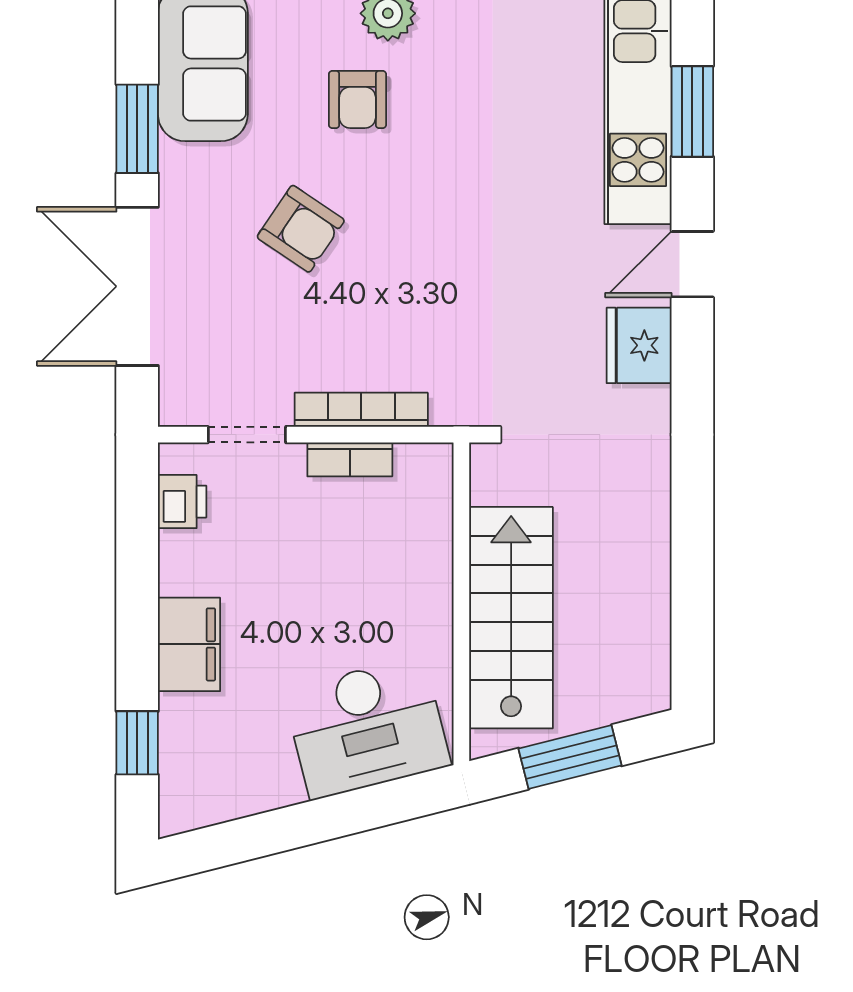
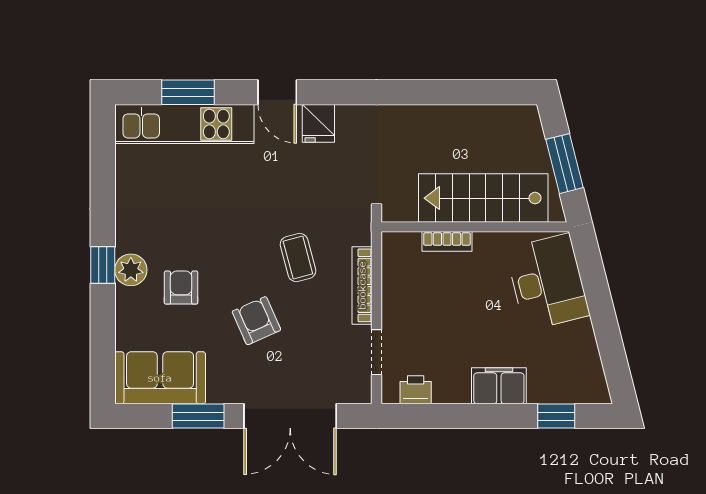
armchair: (357, 99) -> (181, 288), turned -90
armchair: (301, 229) -> (256, 321), turned -58
coffee table: (409, 300) -> (298, 257), added
fridge: (639, 345) -> (318, 123), width x0.72
bookcase: (350, 459) -> (447, 241), moved, turned 90

